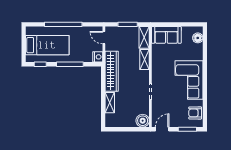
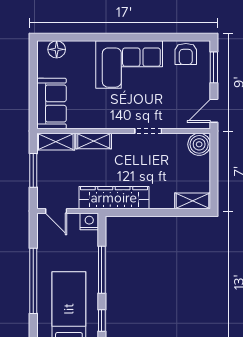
door: (104, 38) -> (56, 211), hinge flipped
shelving: (110, 103) -> (193, 201), moved
door: (162, 129) -> (214, 111), hinge flipped

